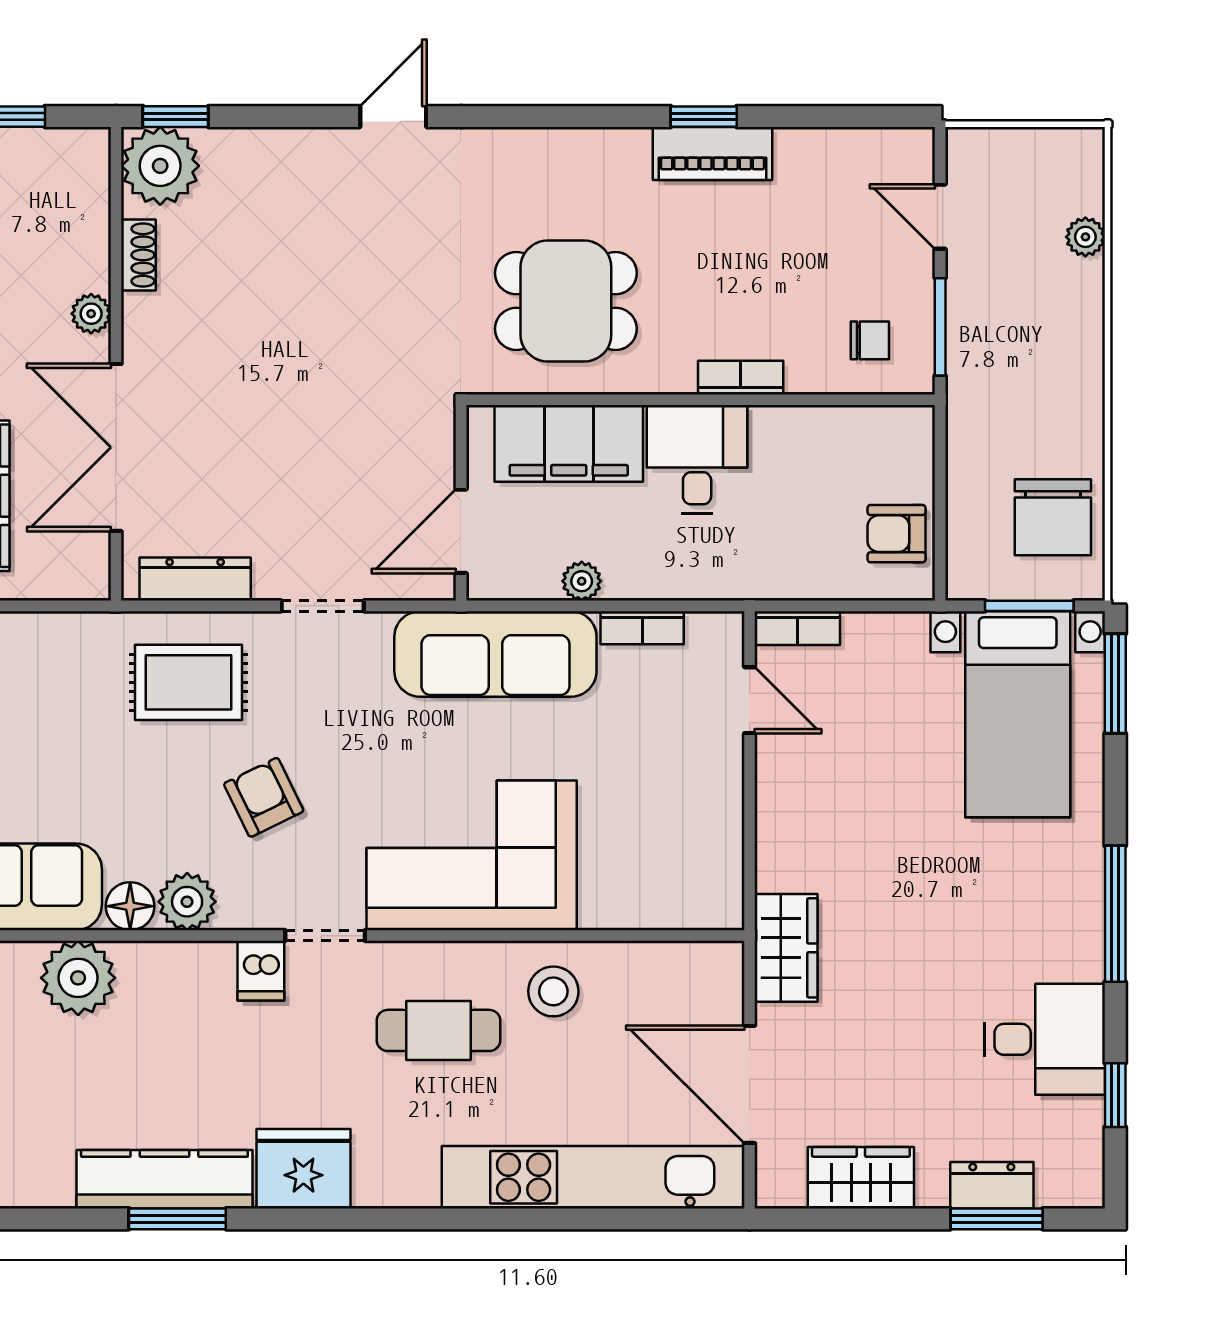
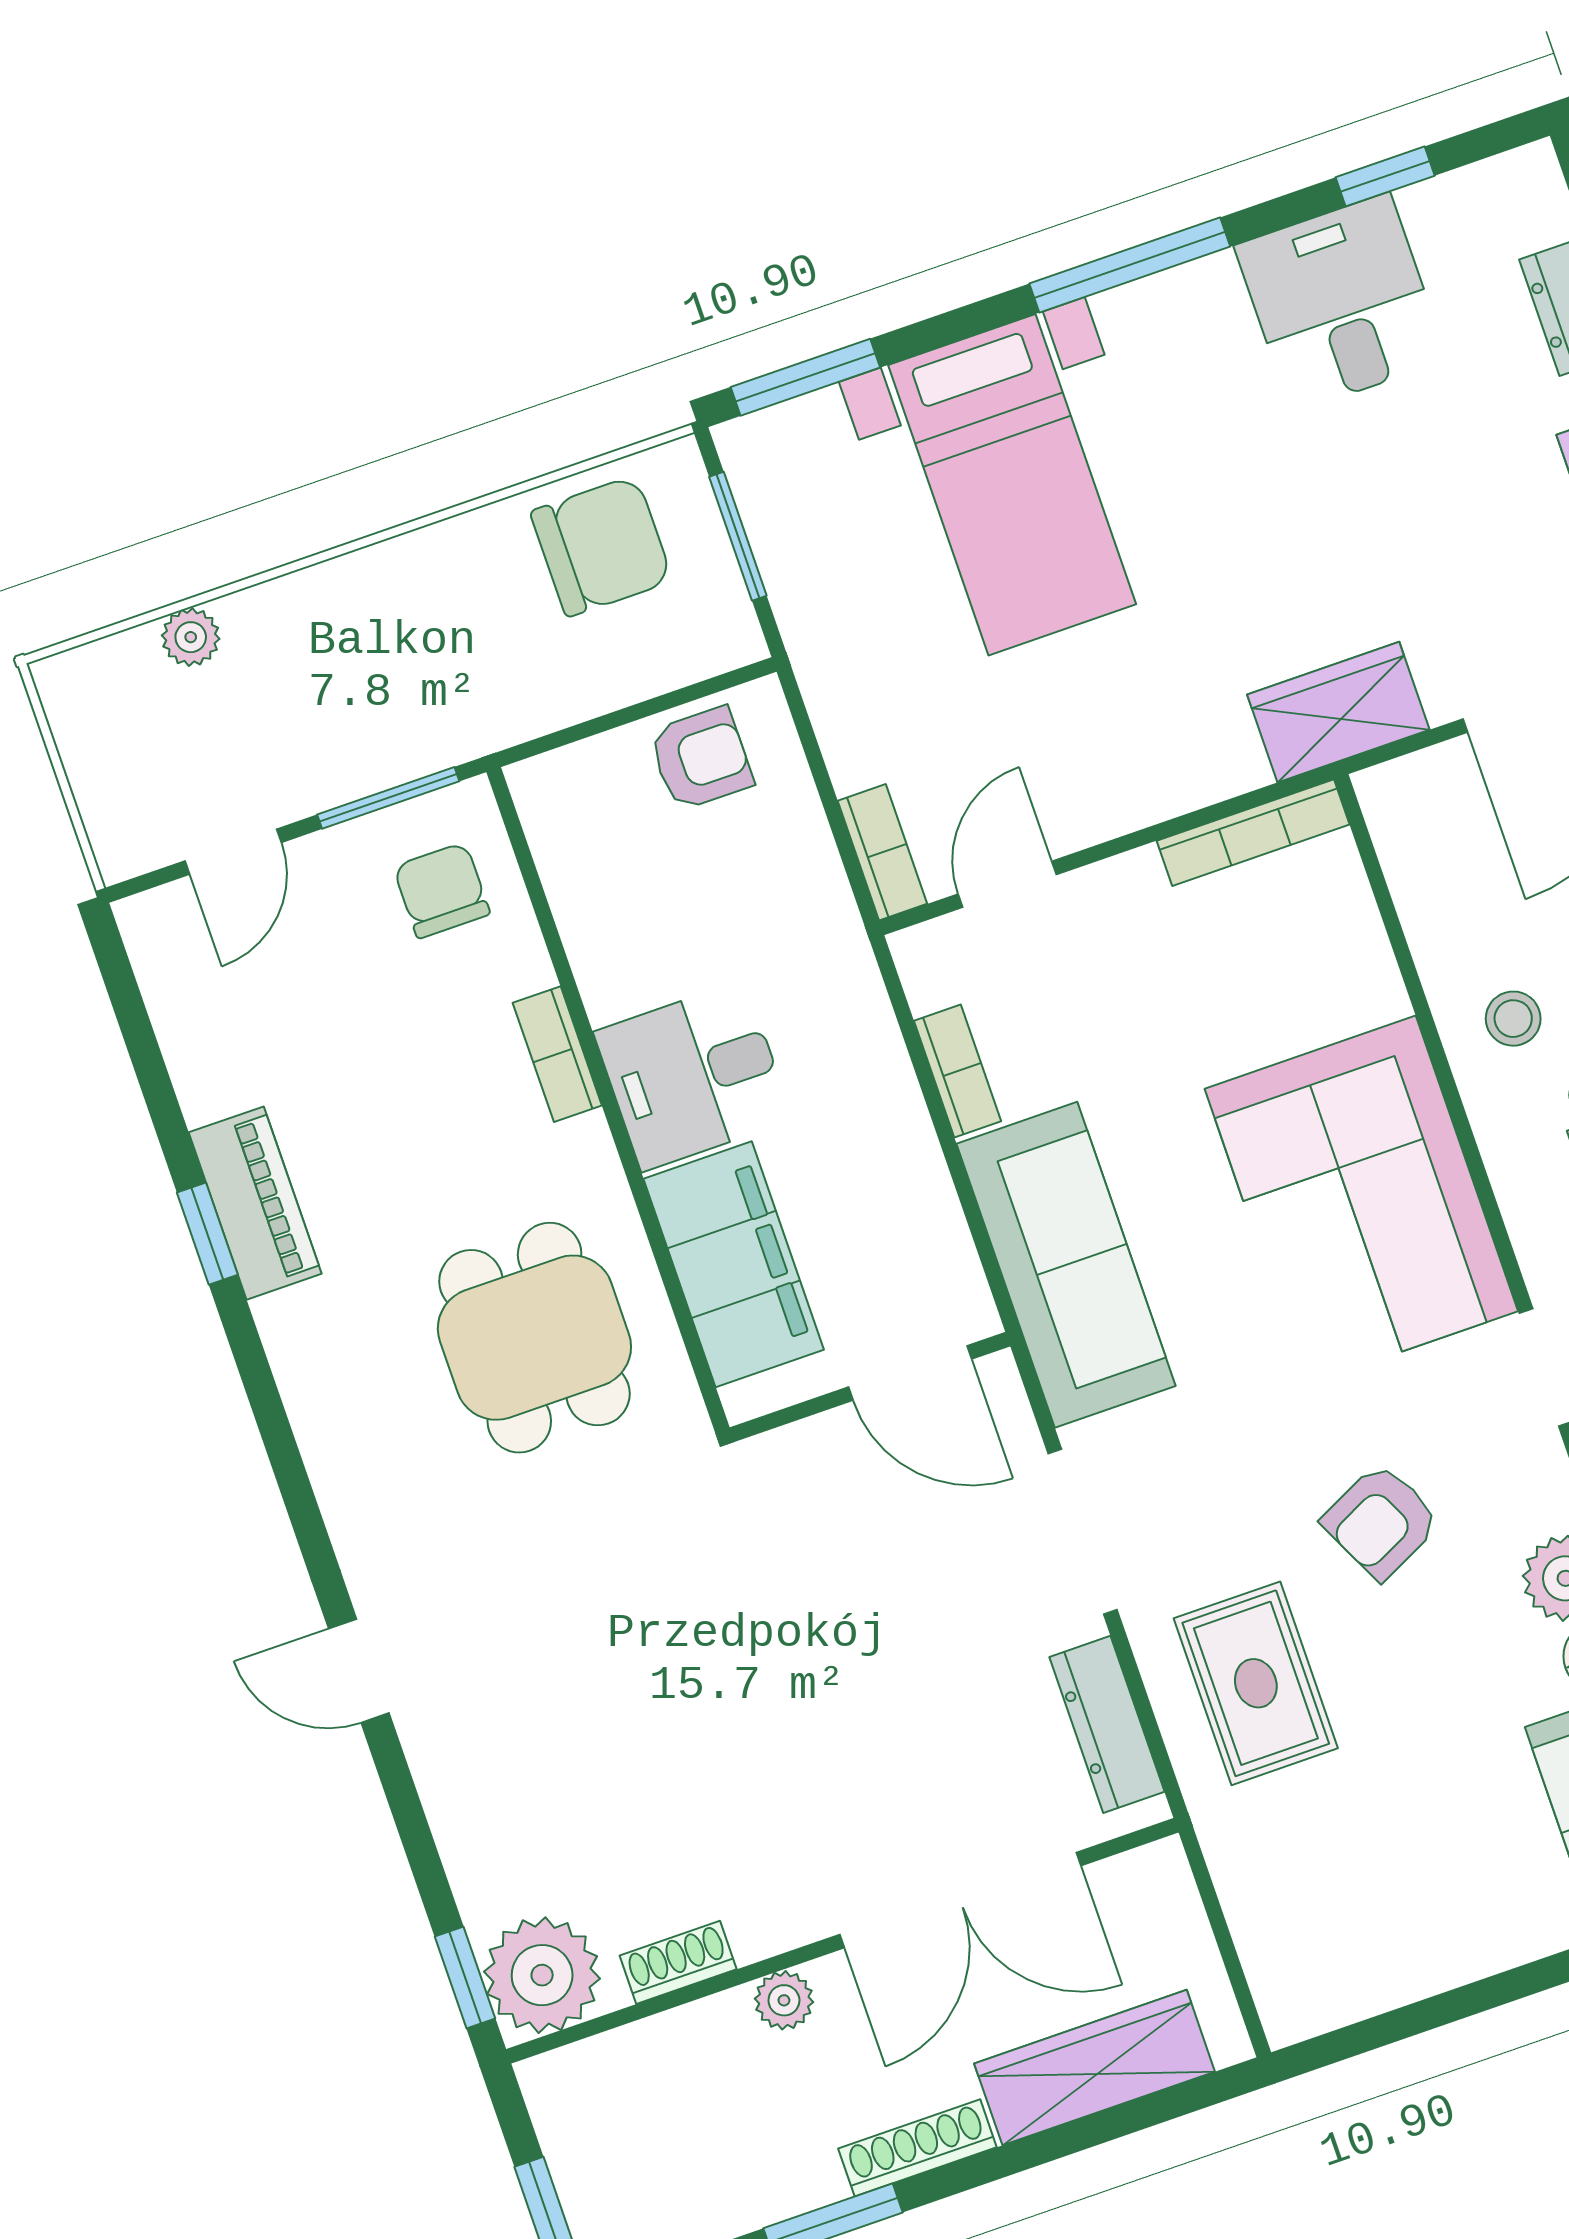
chair: (870, 340) -> (442, 890), width x1.37, depth x1.37
armchair: (897, 534) -> (701, 758), turned -90
plant: (582, 581) -> (921, 1179), removed
doorway: (323, 606) -> (1083, 1532), width x1.38
bed with nightstands: (1018, 714) -> (1012, 485), moved, turned 90
bookcase: (728, 867) -> (1253, 833), added
stool: (553, 991) -> (1513, 1019), width x0.73, depth x0.73

